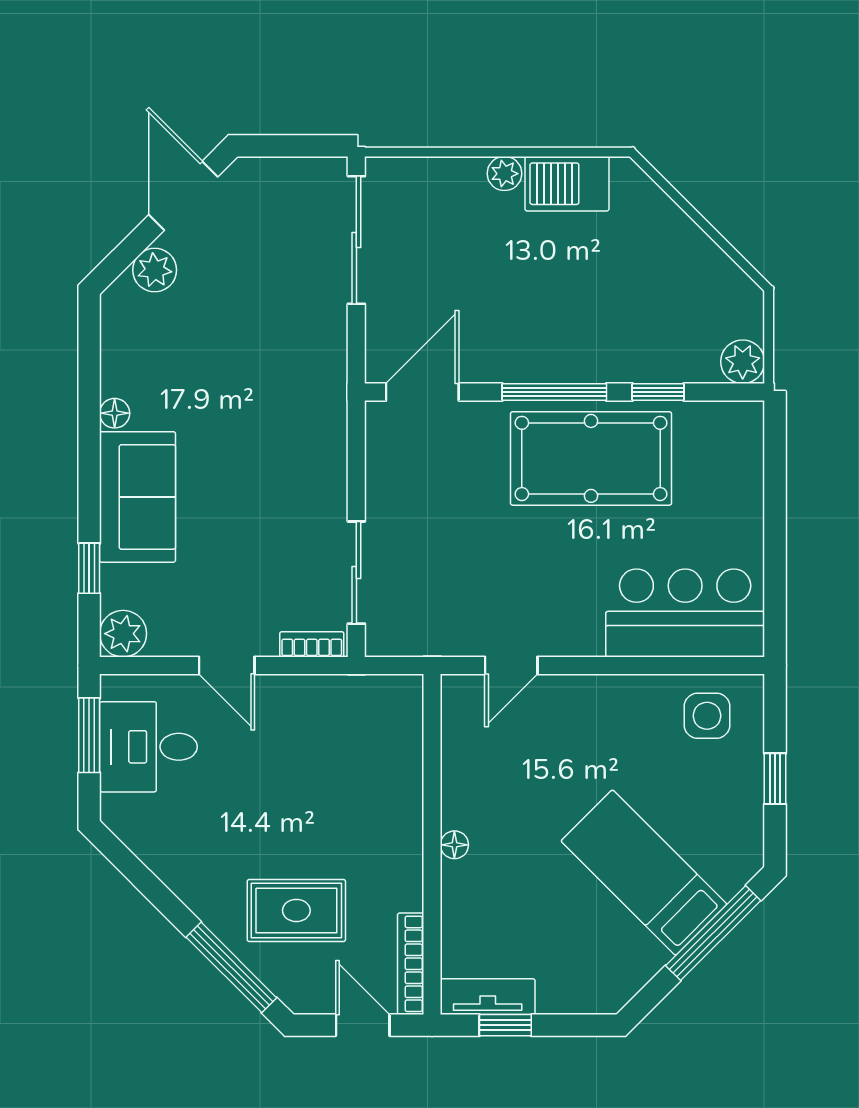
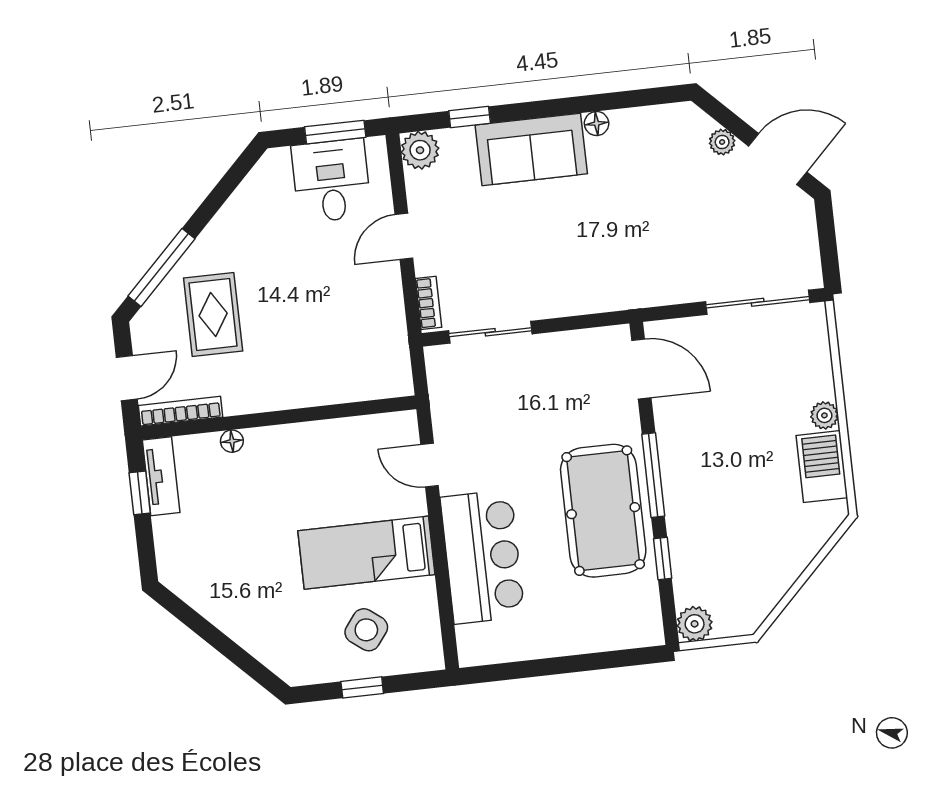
plant: (155, 270) -> (722, 142), width x0.73, depth x0.73
bar counter: (685, 613) -> (482, 557), moved
side table: (707, 716) -> (366, 630), moved, turned 37
floor lamp: (454, 845) -> (232, 441), moved
bed: (644, 873) -> (366, 553), moved, turned -135
window: (713, 933) -> (233, 652), removed

